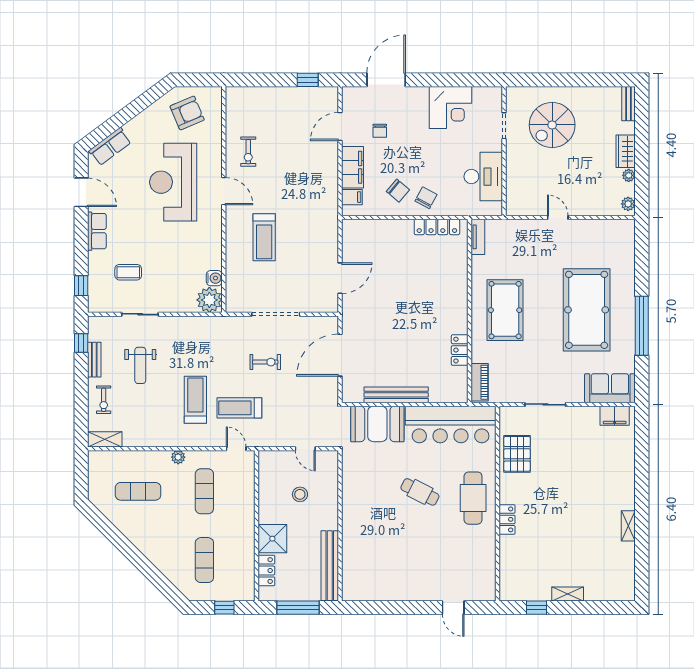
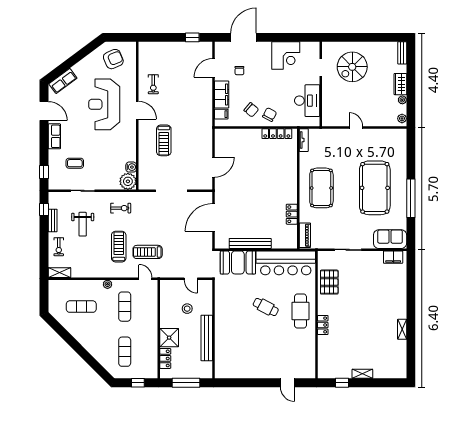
exercise bike: (265, 362) -> (121, 208), moved
bench: (330, 566) -> (207, 338), moved

